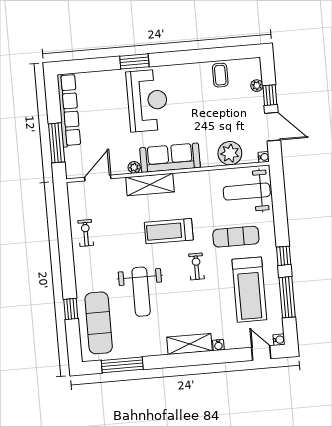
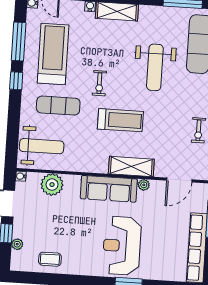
coffee table: (220, 75) -> (50, 259), turned 90
weight bench: (141, 292) -> (155, 67), turned 180

